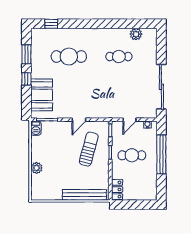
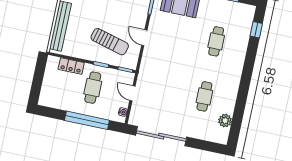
cafe table: (69, 57) -> (216, 41), width x0.73, depth x0.74
locker: (117, 189) -> (71, 66), moved

